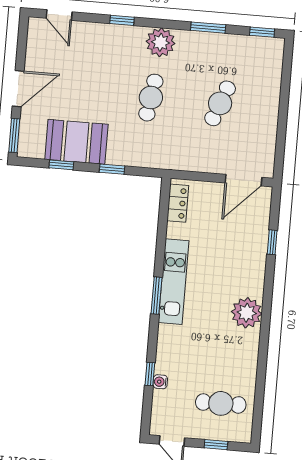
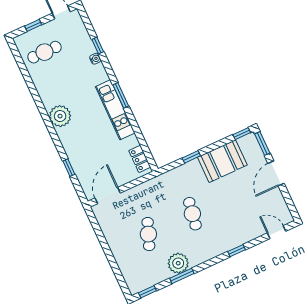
plant: (161, 42) -> (178, 263), moved
window: (61, 165) -> (242, 134), moved
water cooler: (160, 382) -> (95, 59), moved

